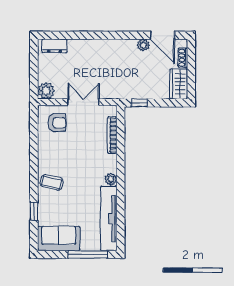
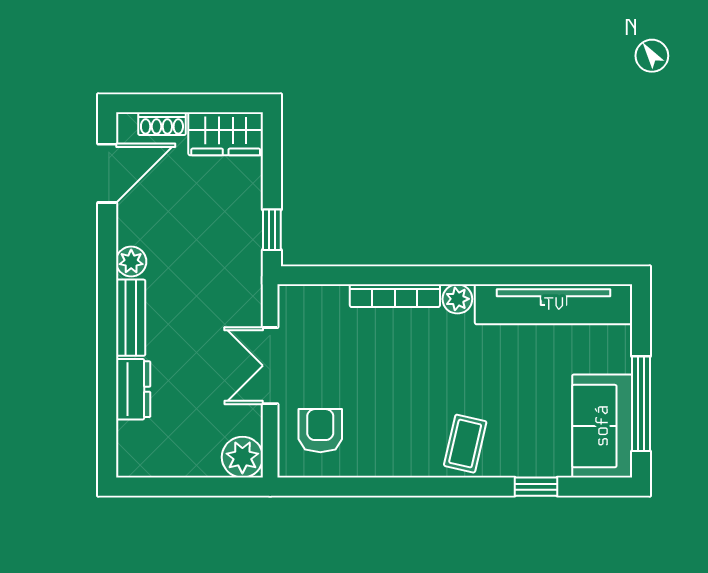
bench: (103, 45) -> (131, 318), added
plant: (143, 45) -> (131, 261), moved
dresser: (55, 46) -> (133, 389), moved
bookcase: (112, 135) -> (395, 296), moved
window: (88, 254) -> (641, 404), moved

